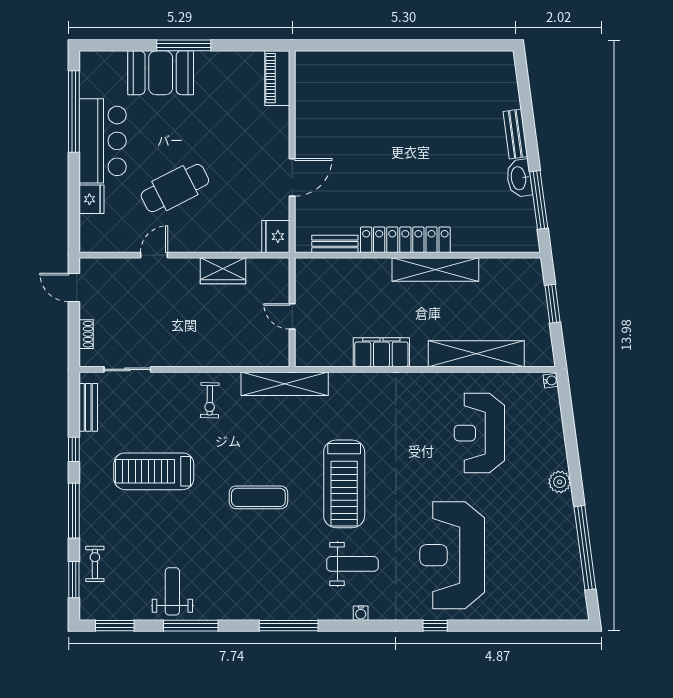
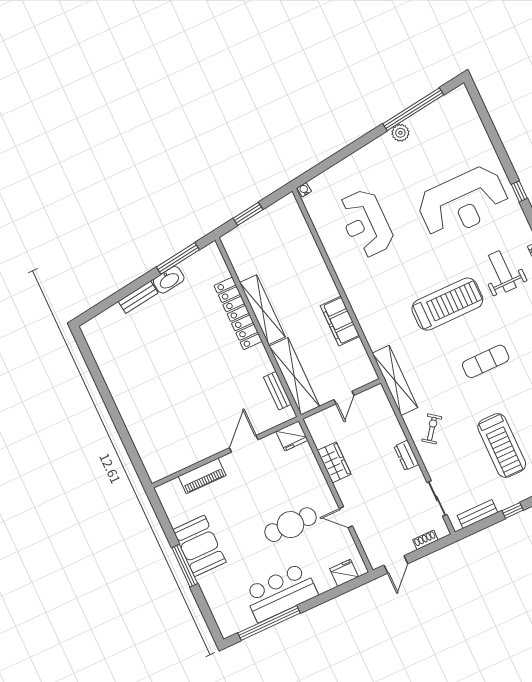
booth: (161, 73) -> (199, 546), moved
piano: (277, 78) -> (202, 476), moved
door: (292, 177) -> (244, 444), hinge flipped
cafe table: (175, 188) -> (290, 525), turned -63
fridge: (91, 199) -> (344, 573), moved
locker: (405, 240) -> (238, 313), moved
shelving: (476, 354) -> (294, 376), moved
dresser: (193, 357) -> (406, 455), added
exercise bike: (210, 400) -> (432, 429), turned -54
reception desk: (479, 433) -> (366, 224), turned 90
plant: (560, 482) -> (400, 133), moved
exercise mat: (258, 497) -> (486, 361), turned 90

